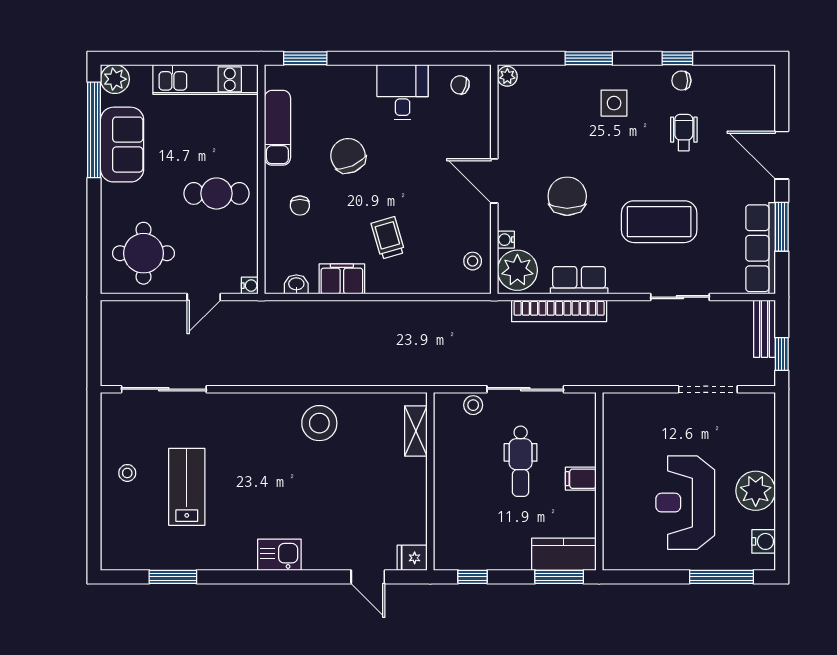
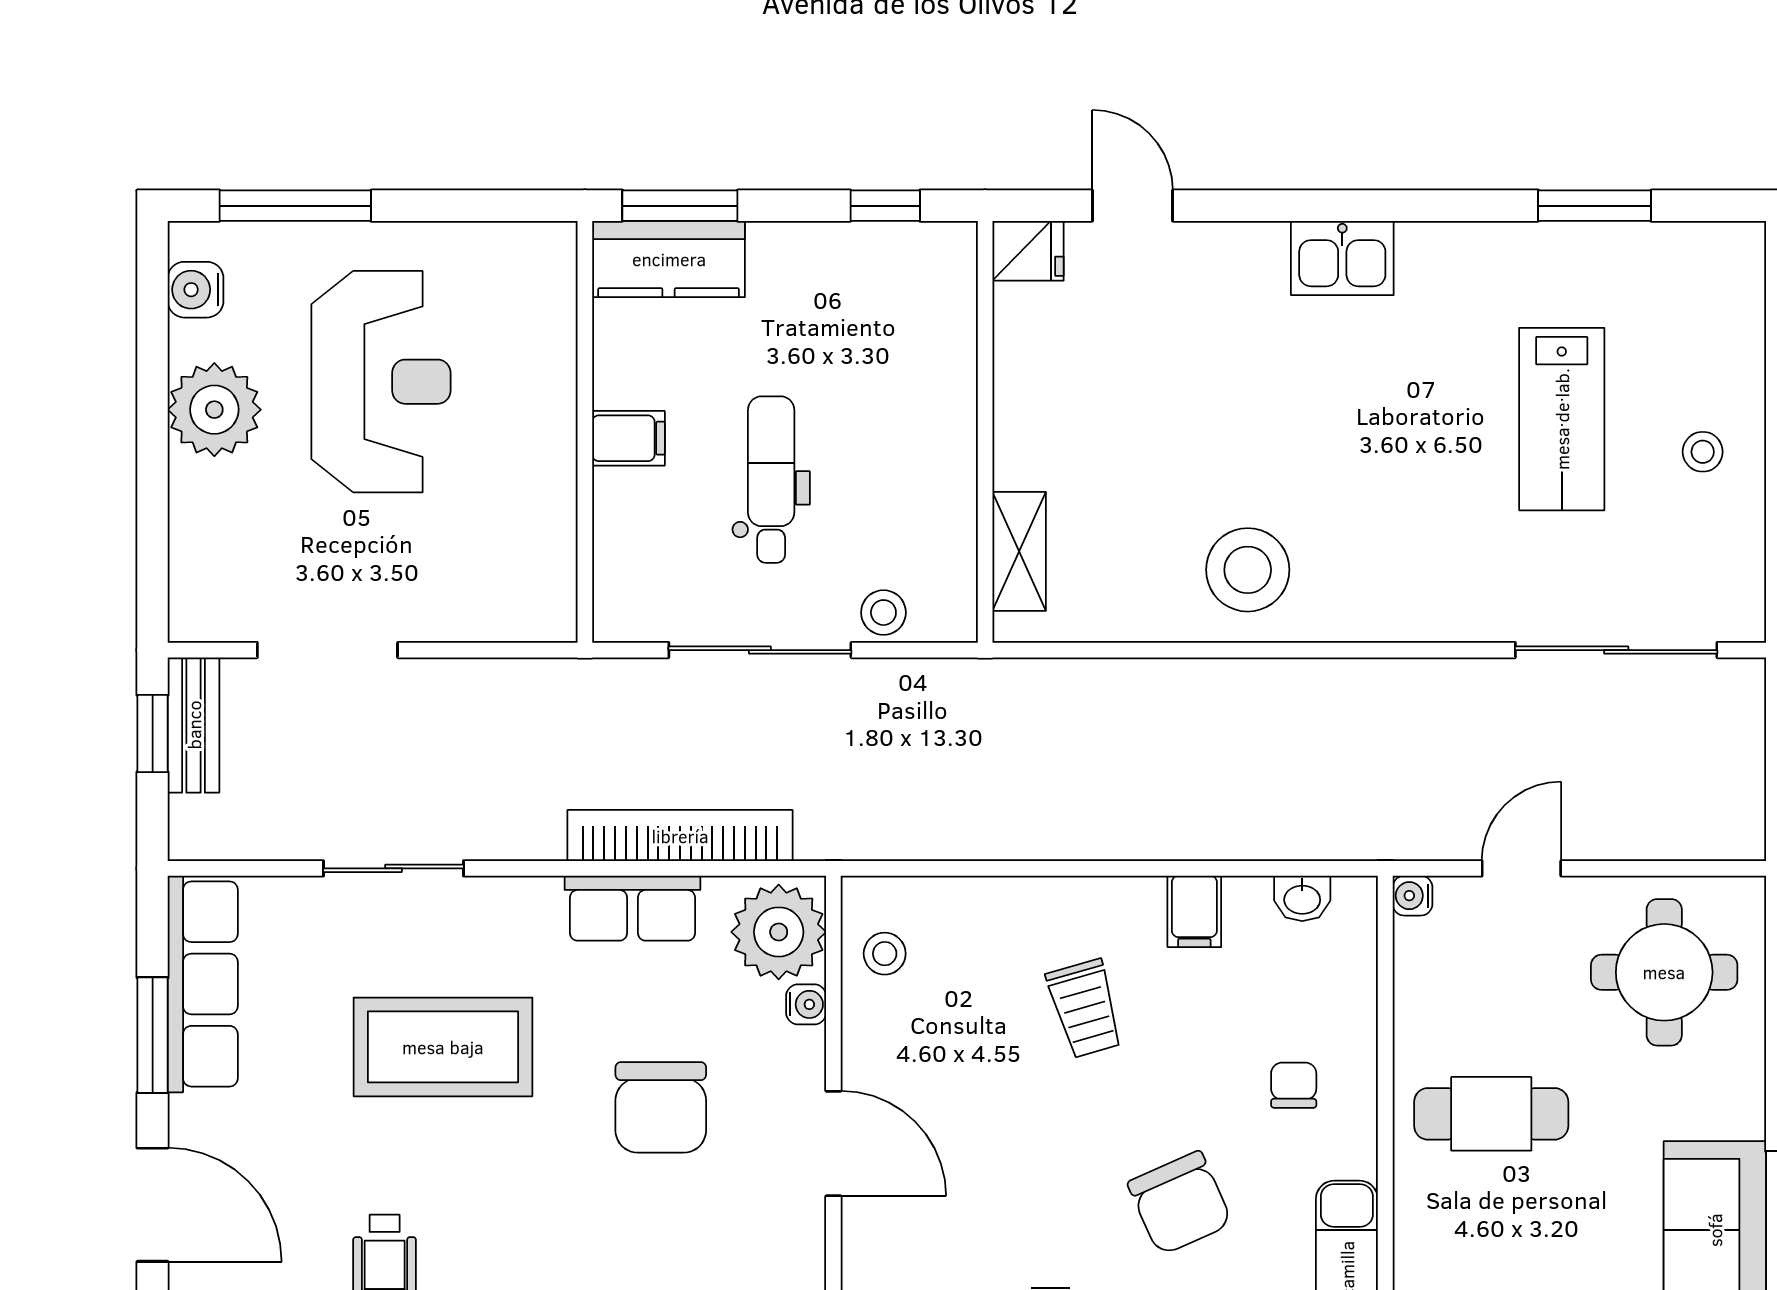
filing cabinet: (342, 279) -> (1194, 911), width x0.50
bench: (764, 329) -> (194, 725), moved

